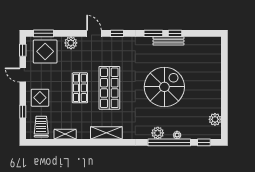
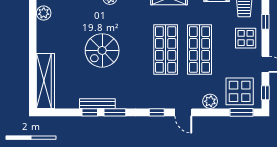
wardrobe: (214, 60) -> (45, 81), added
spiral stairs: (164, 87) -> (102, 50), width x0.73, depth x0.73
shop shelf: (80, 88) -> (200, 49), width x1.43, depth x1.36

